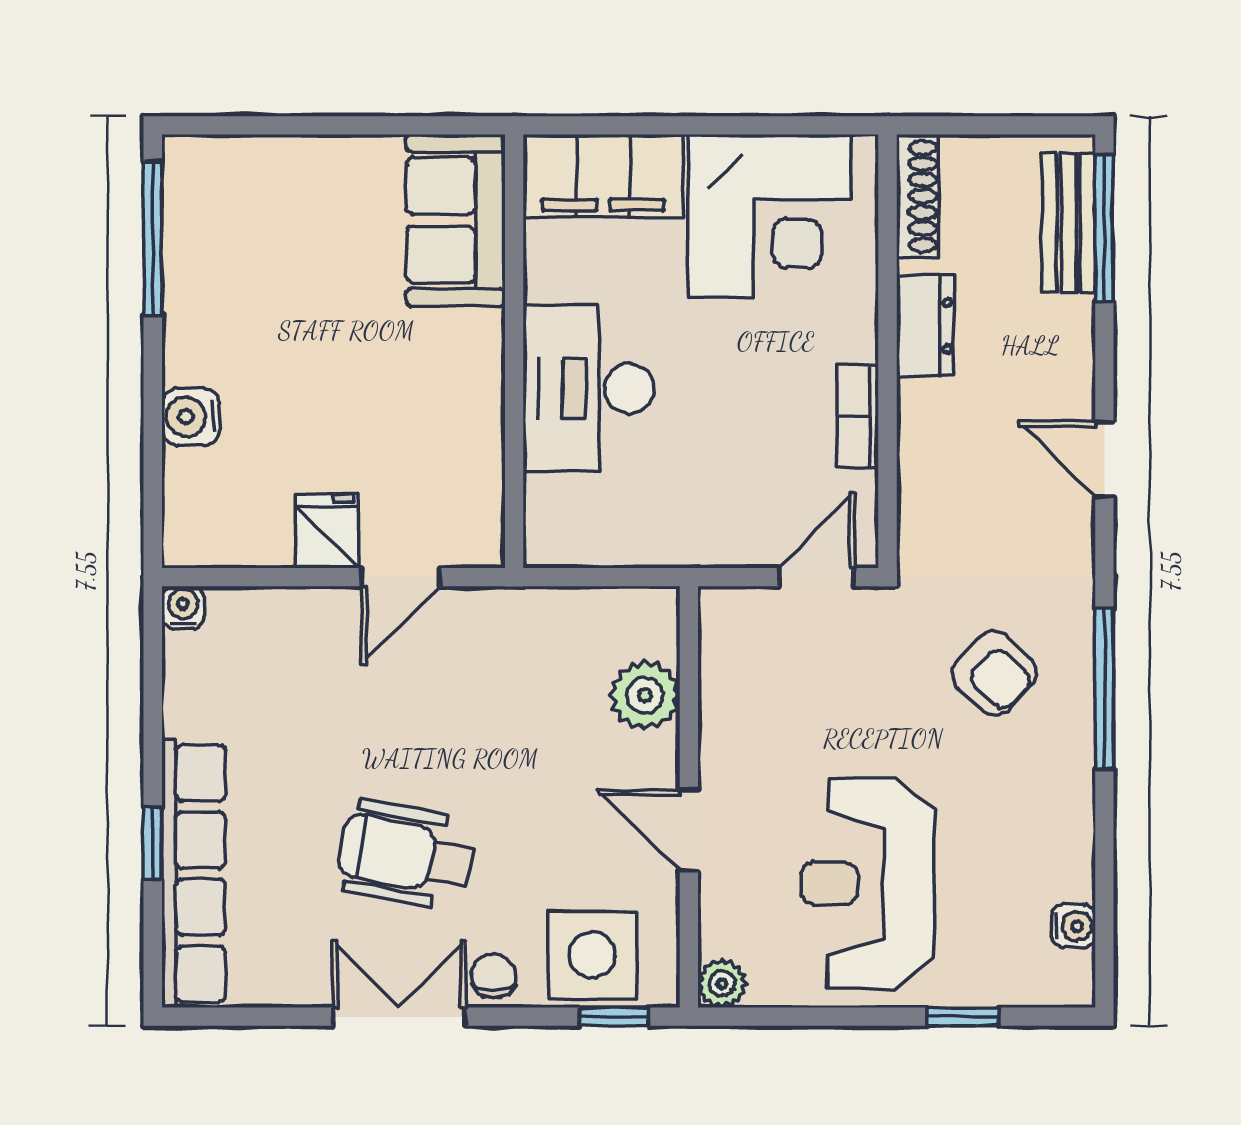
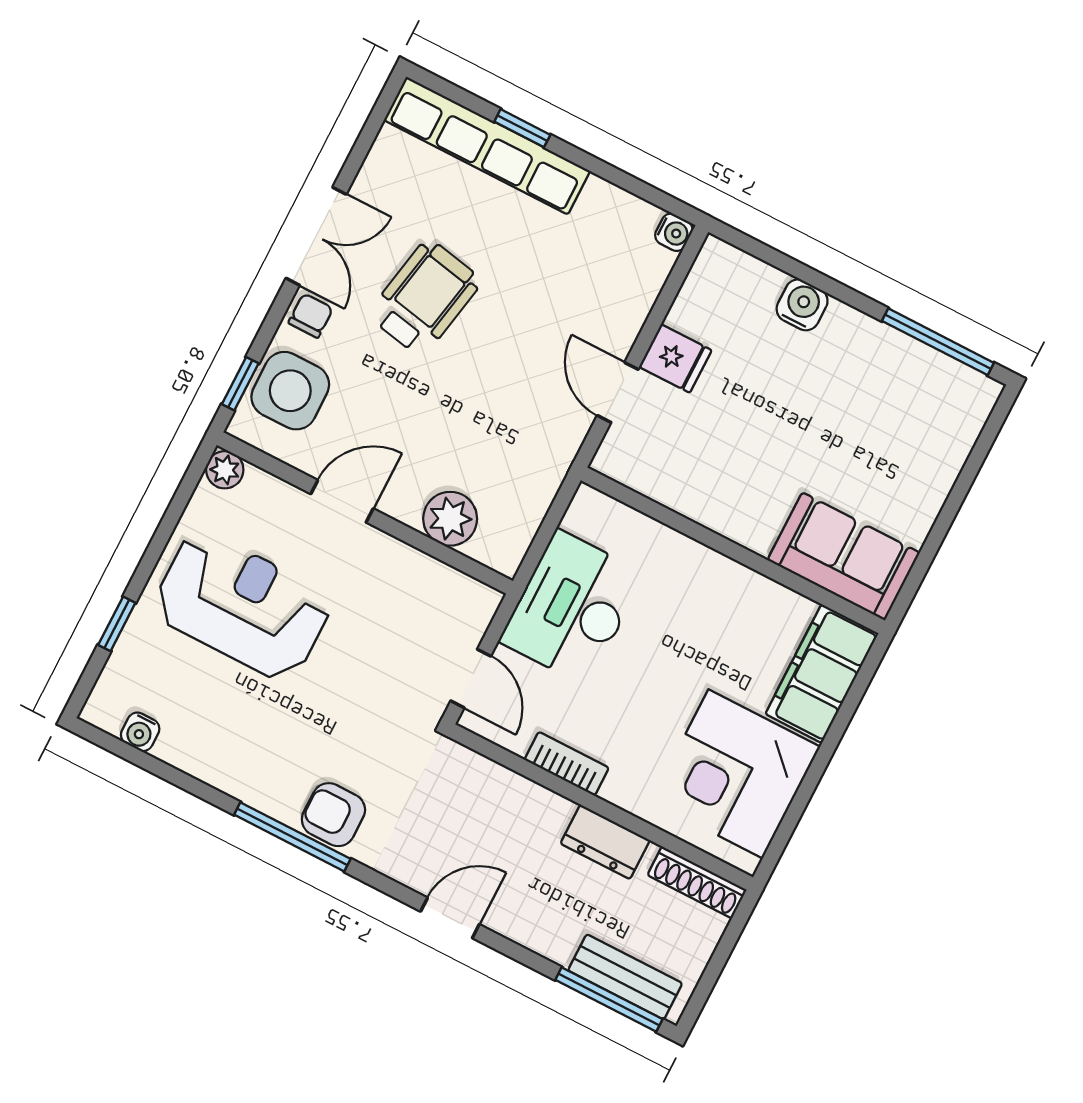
desk: (589, 389) -> (572, 607), moved, turned -90
armchair: (994, 673) -> (333, 815), moved, turned 47
chair: (494, 976) -> (311, 316), turned -90

